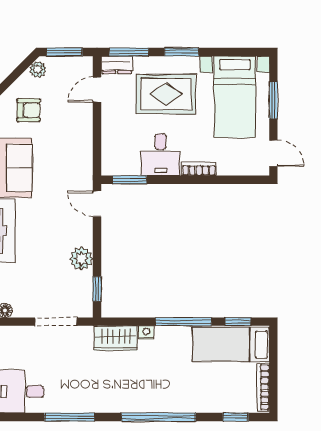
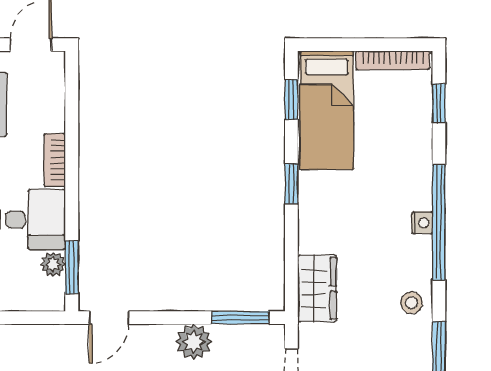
plant: (132, 168) -> (53, 264), added
window: (97, 289) -> (240, 318), width x1.50
window: (184, 322) -> (291, 184), width x0.46
nightstand: (146, 333) -> (422, 223), moved, turned 180
stool: (107, 399) -> (411, 303), added

